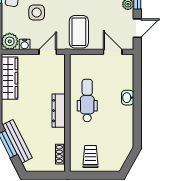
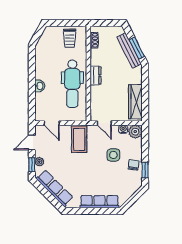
door: (48, 52) -> (104, 123), hinge flipped
dental chair: (87, 100) -> (72, 84), width x1.36, depth x1.38
dresser: (59, 111) -> (96, 75), width x0.70

